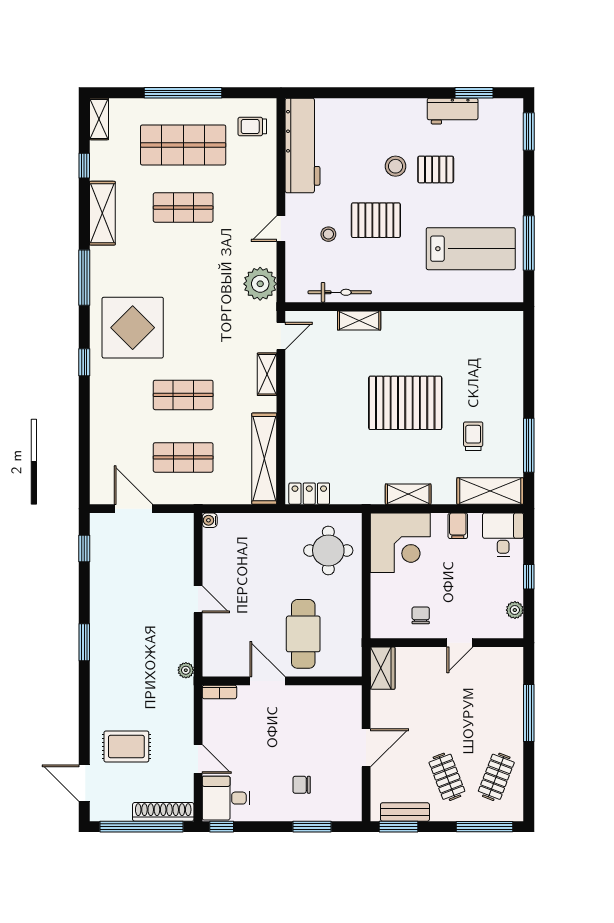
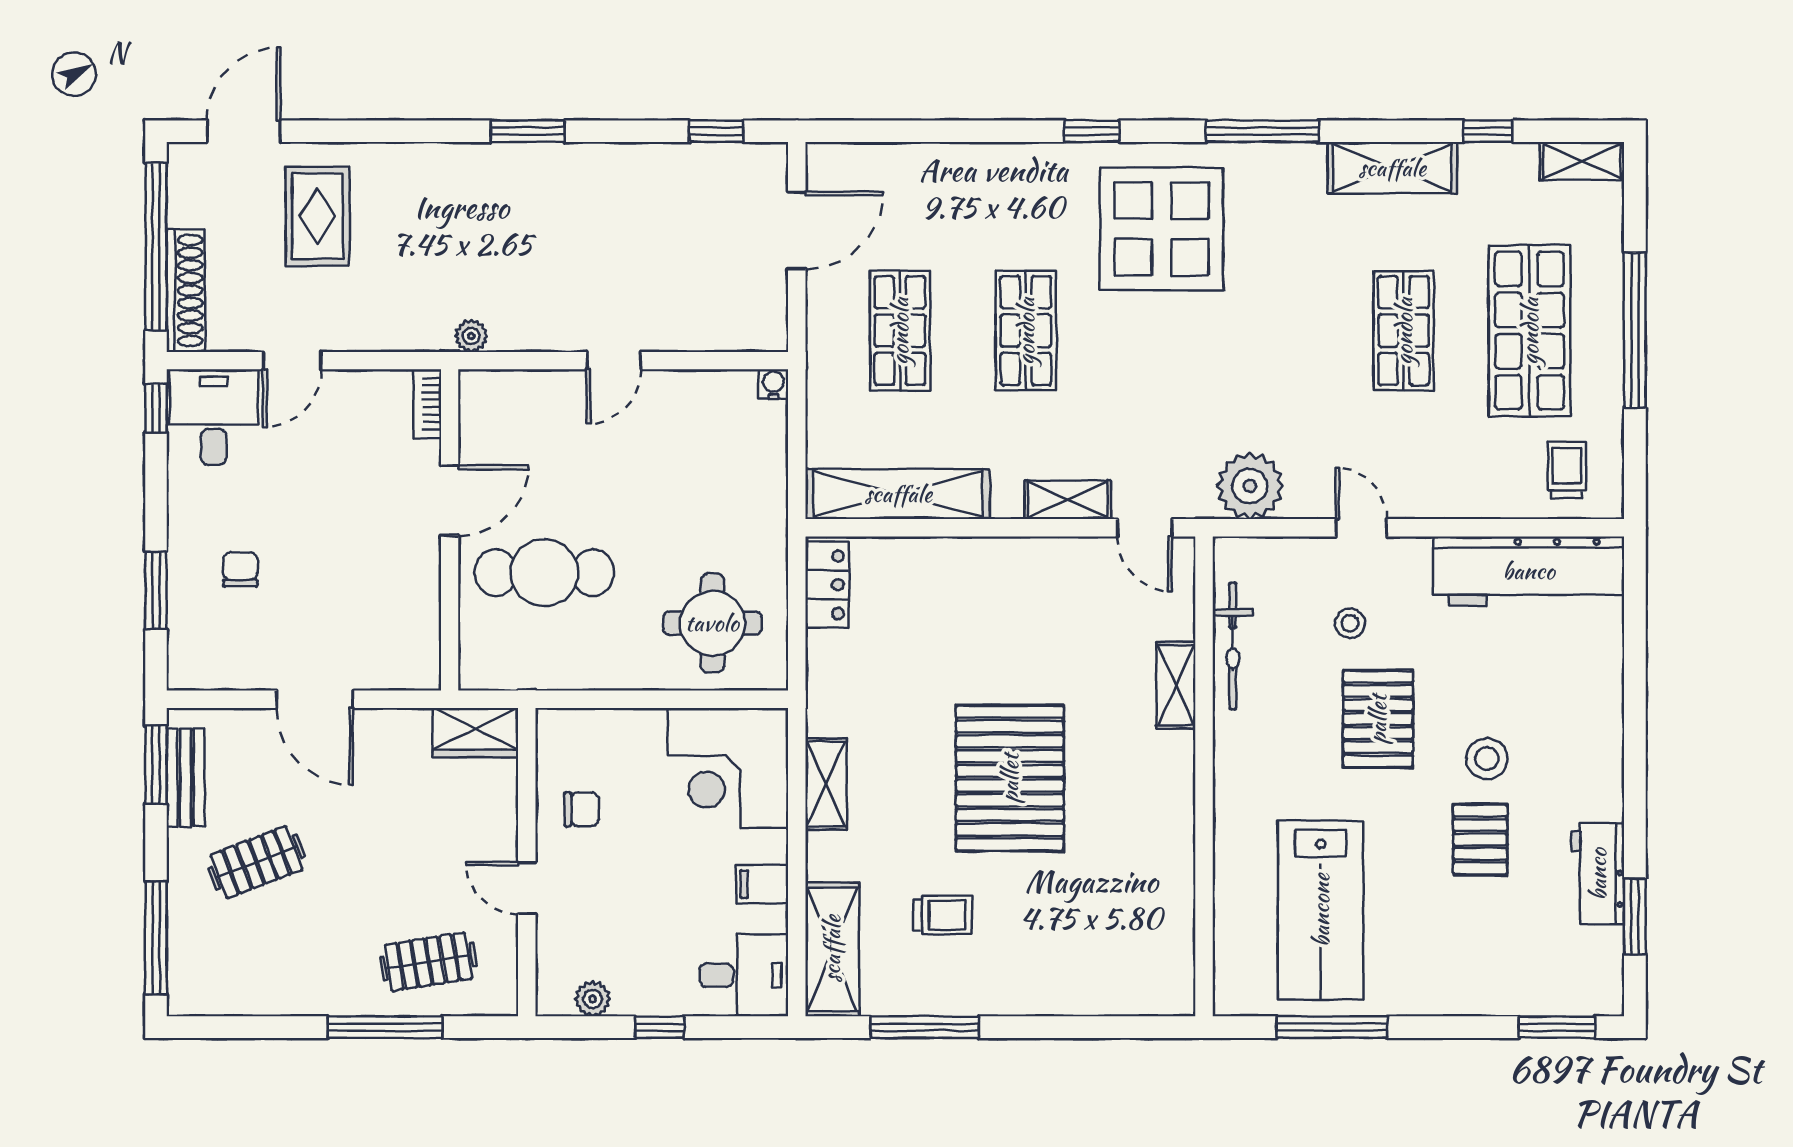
clothes rail: (496, 777) -> (428, 962), moved, turned -30

